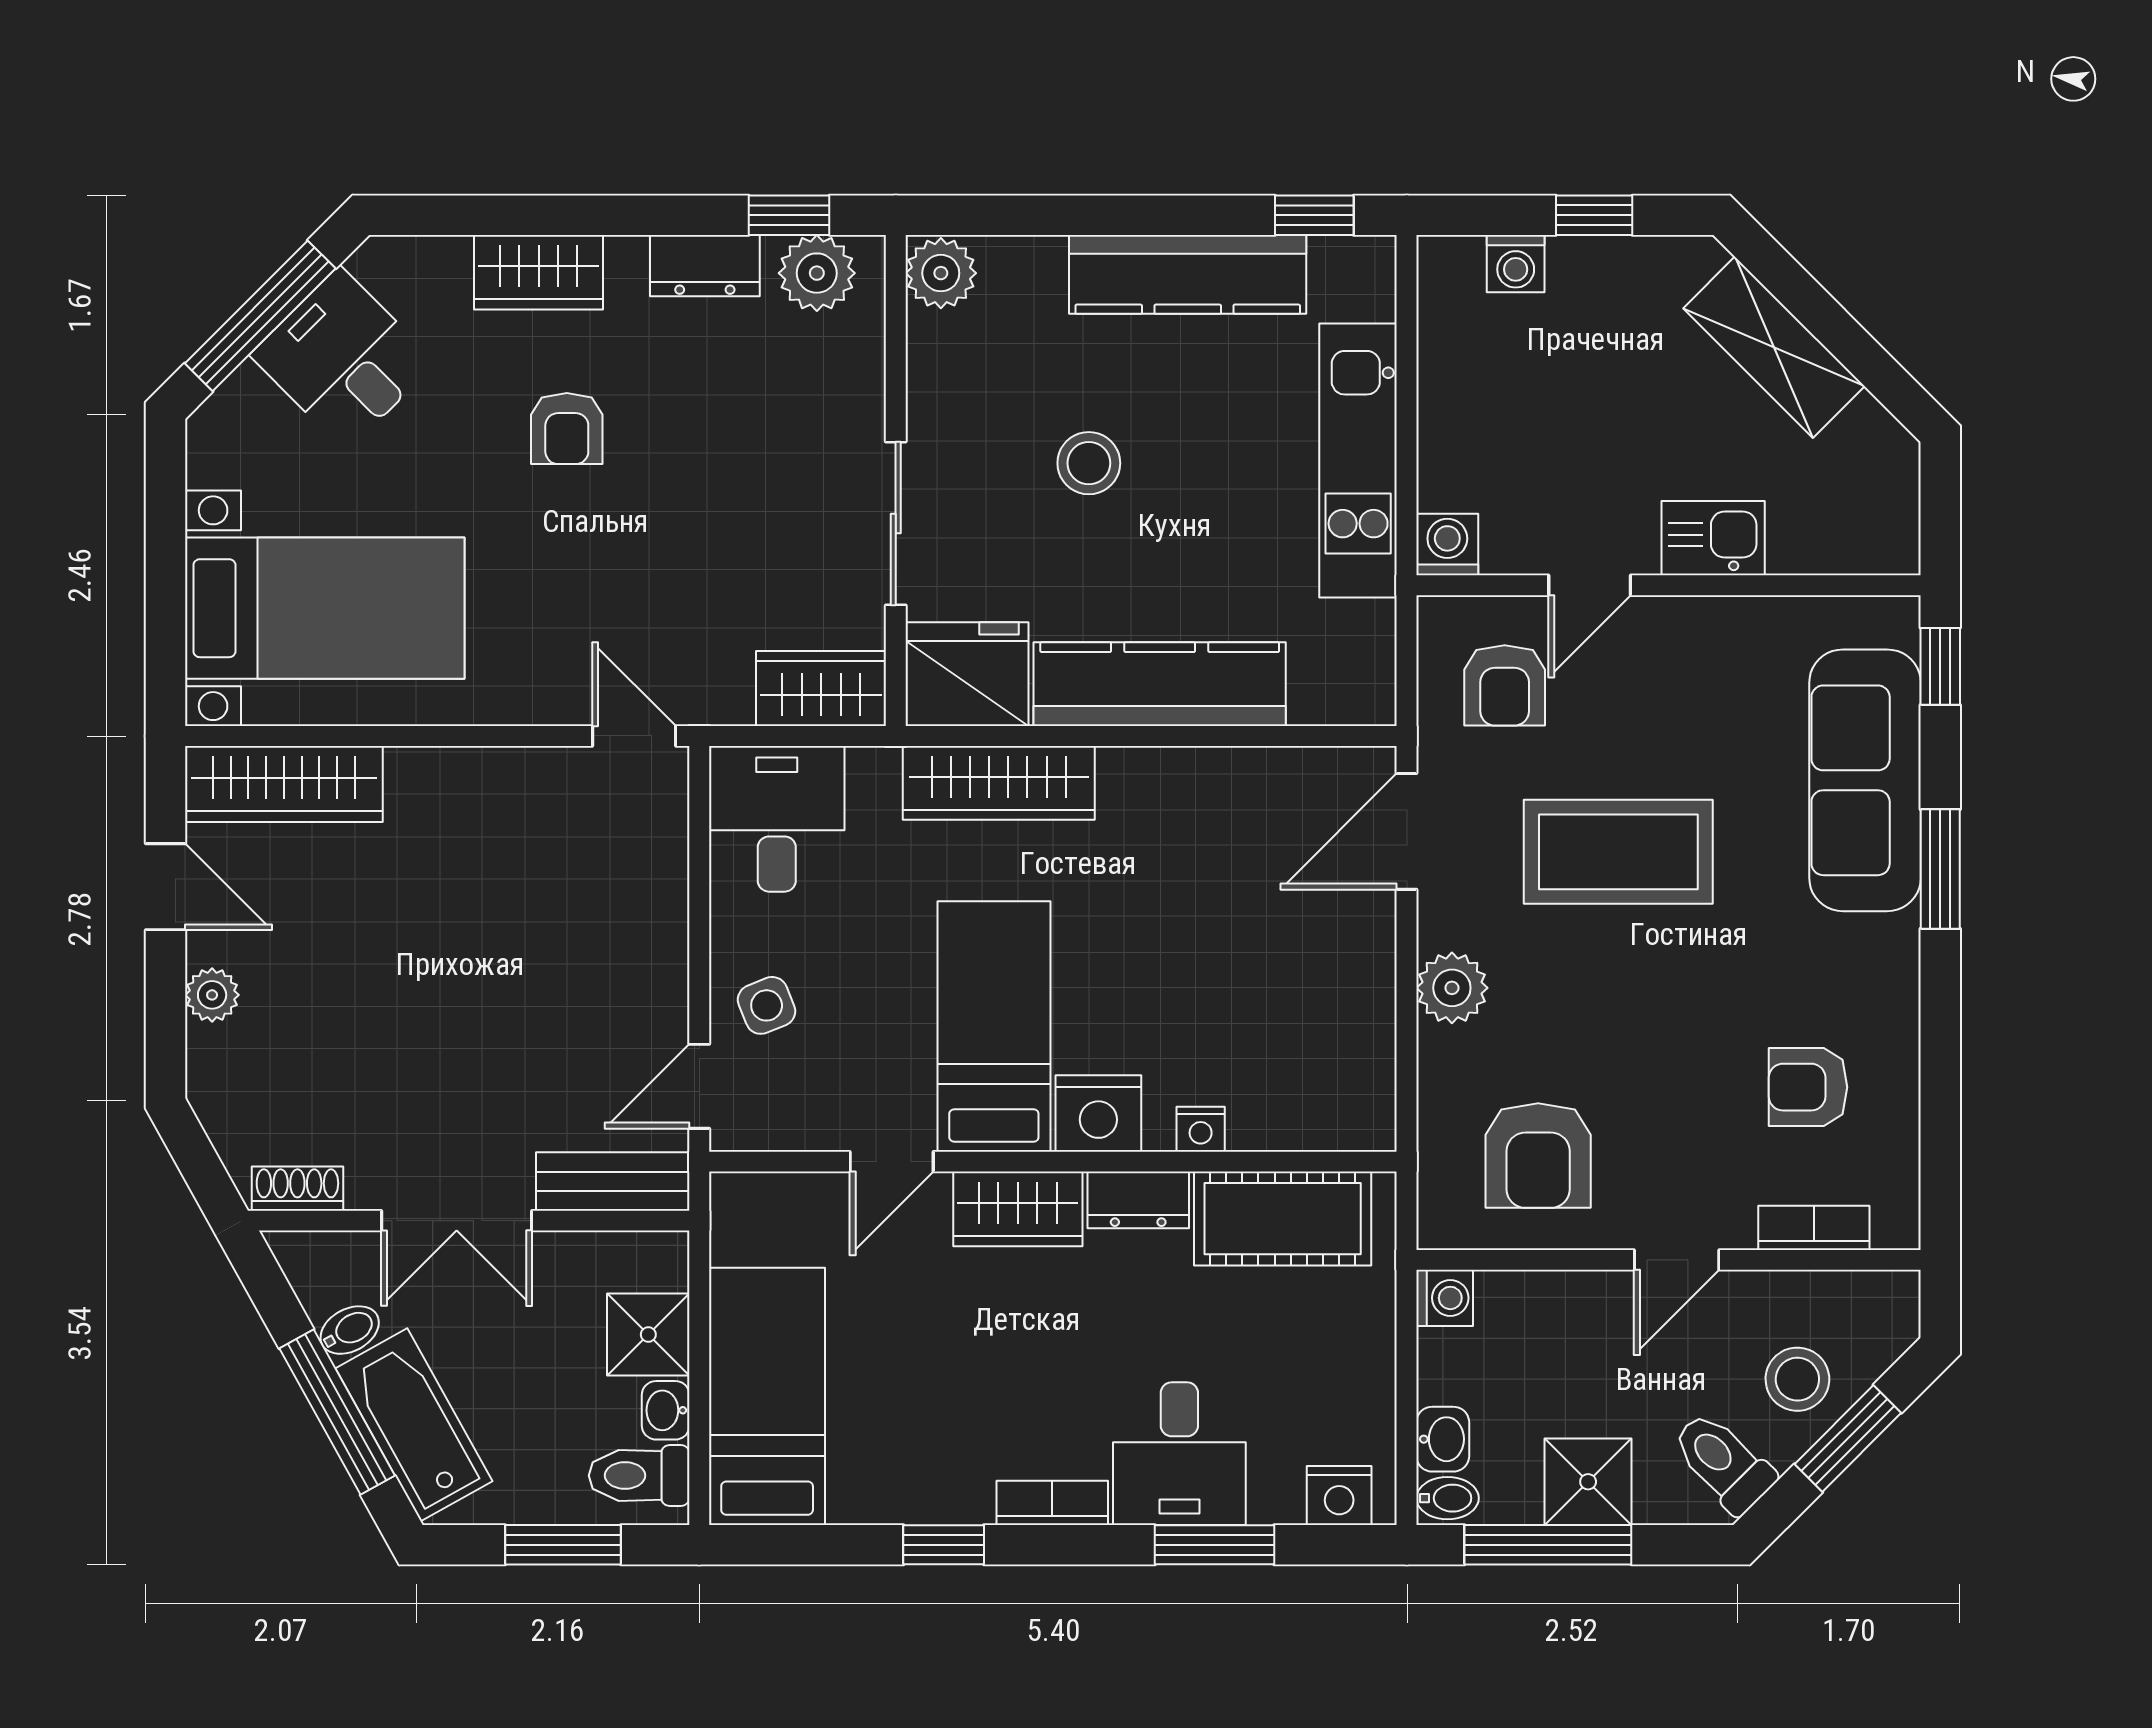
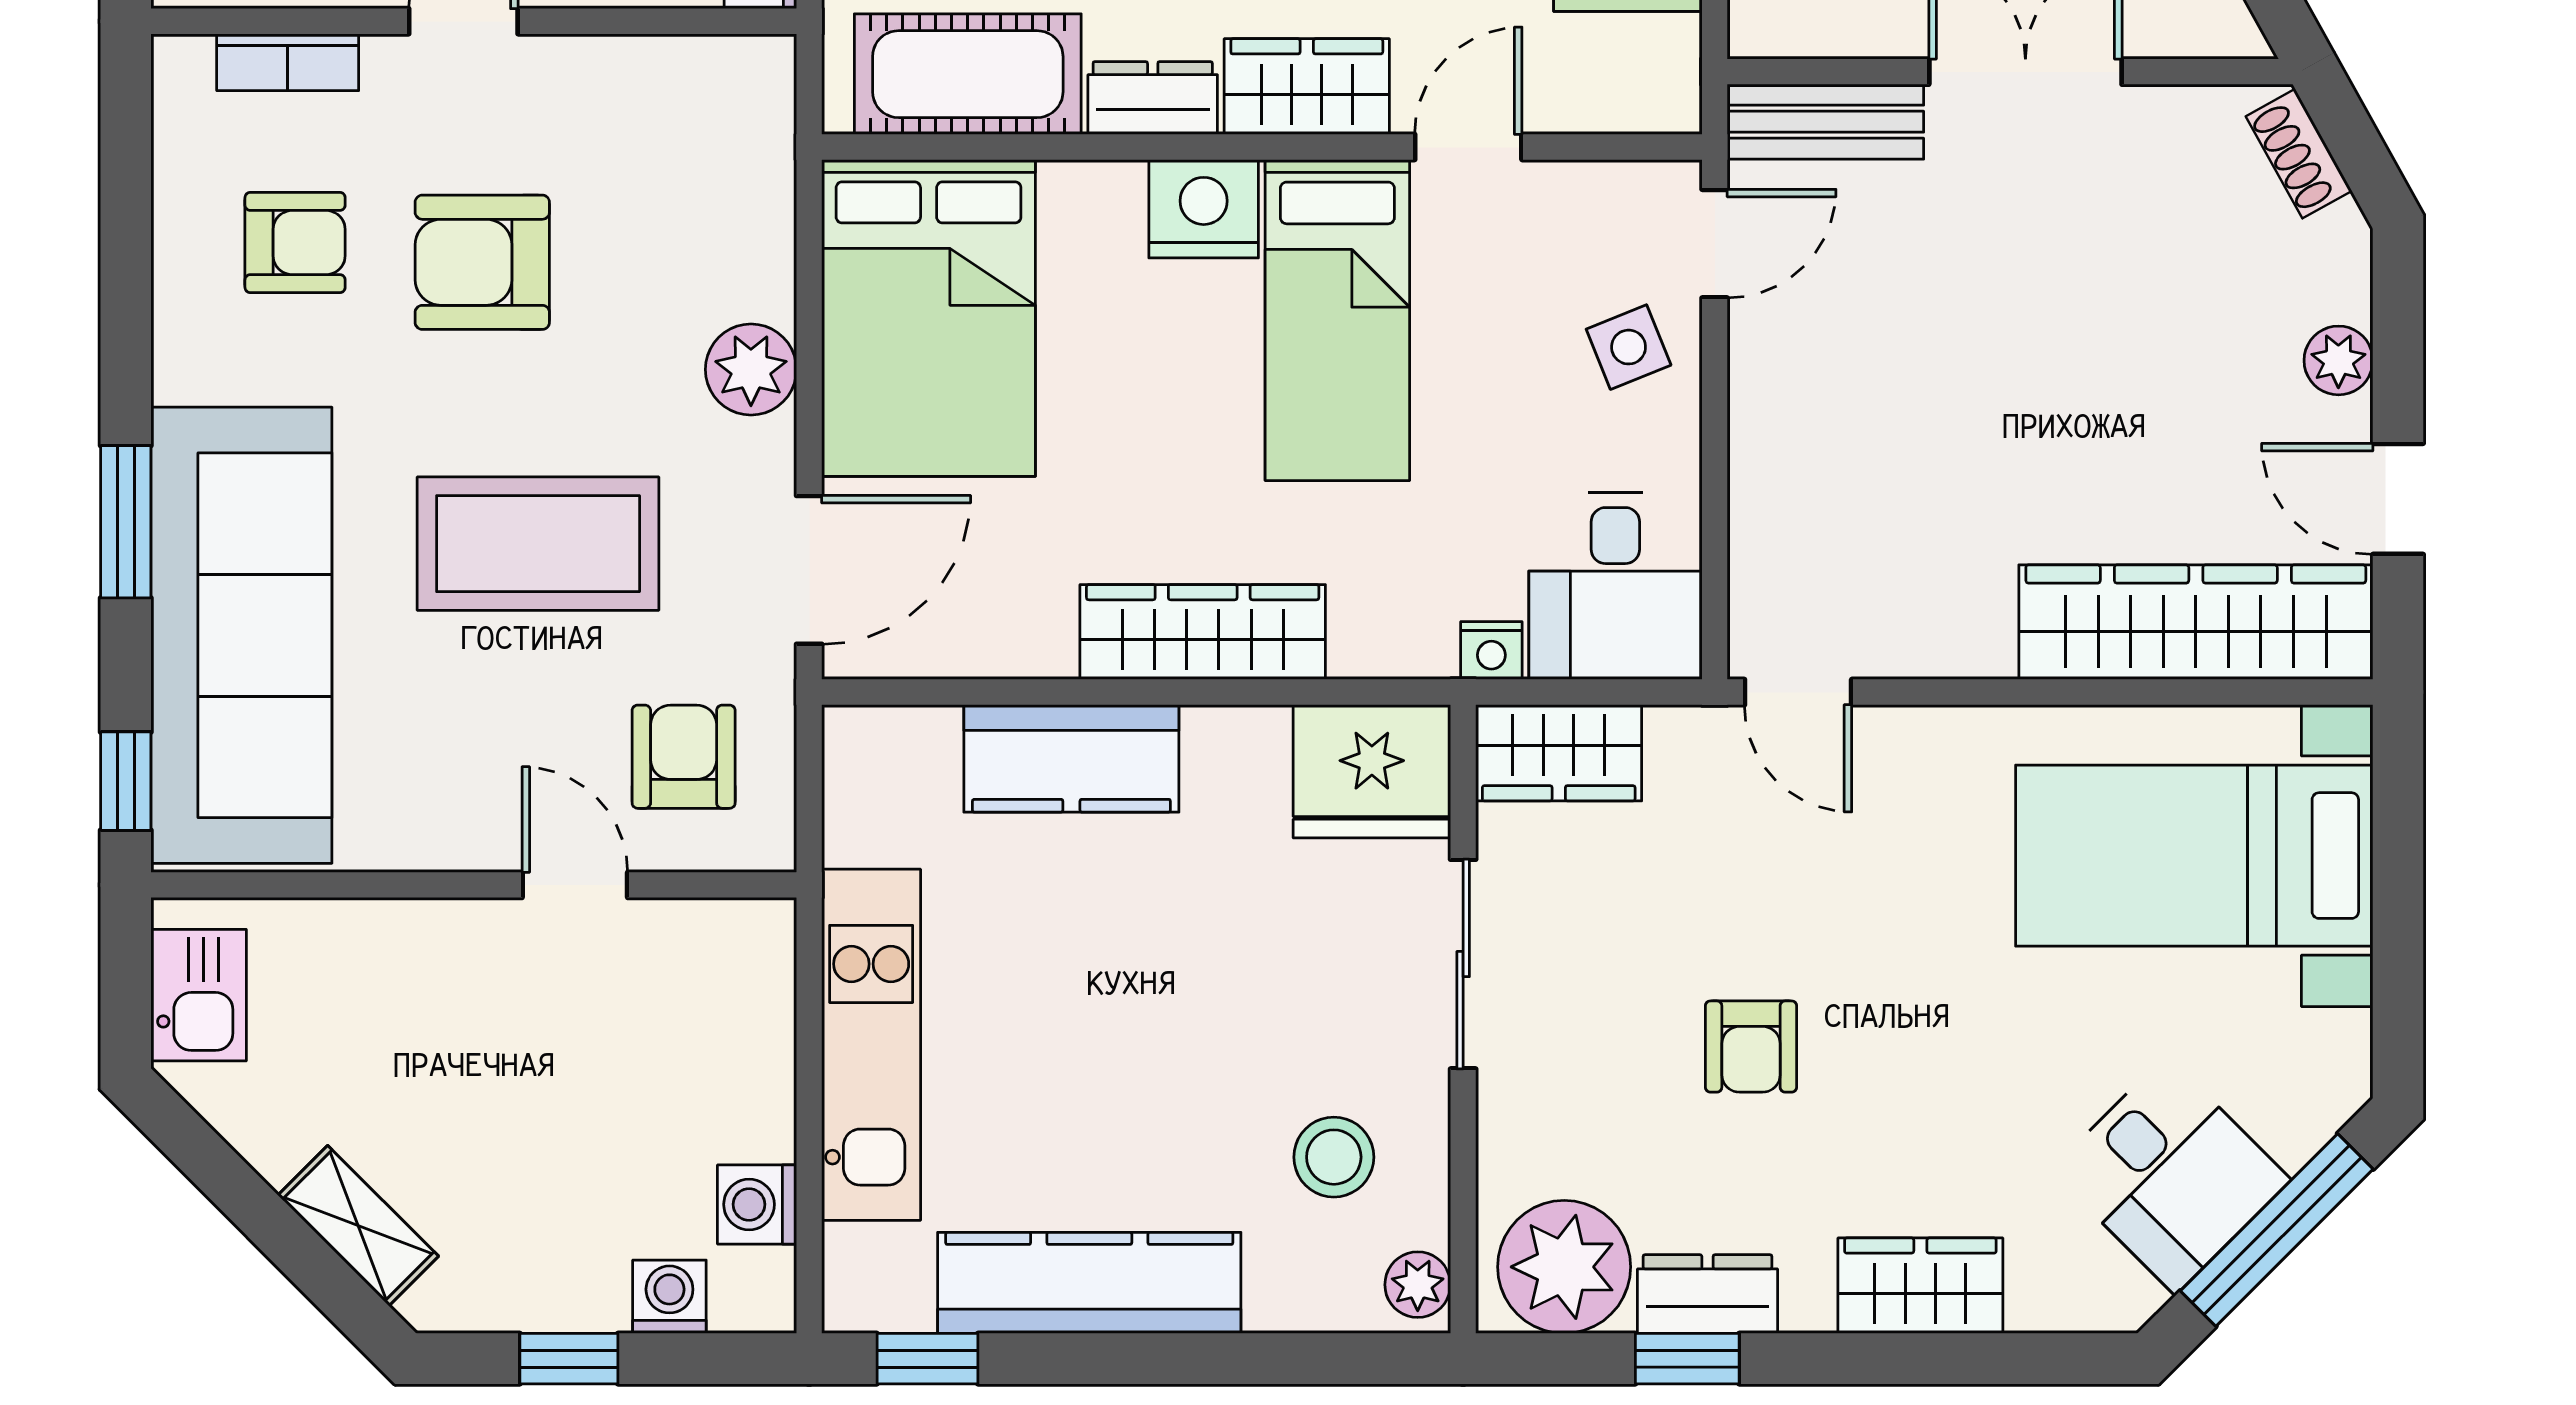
window: (789, 215) -> (1687, 1359), moved
plant: (817, 273) -> (1564, 1267), width x1.36, depth x1.36
plant: (941, 273) -> (1418, 1285), width x0.73, depth x0.73
shelving: (1774, 347) -> (358, 1226), width x0.67, depth x0.75
armchair: (567, 429) -> (1751, 1047), moved, turned 180
stool: (1089, 463) -> (1334, 1157), moved
kitchen sink: (1713, 538) -> (199, 995), moved, turned -90
washing machine: (1447, 545) -> (757, 1204), moved, turned 90
door: (1590, 585) -> (575, 885), hinge flipped
kitchen counter: (1160, 684) -> (1071, 758), width x0.67
sofa: (1865, 780) -> (241, 635), width x1.36, depth x1.27
wardrobe: (999, 783) -> (1203, 632), moved
wardrobe: (284, 784) -> (2196, 622), width x1.40, depth x1.17
bed: (1313, 1028) -> (929, 318), added
nightstand: (1201, 1129) -> (1491, 651), moved, turned 180
armchair: (1538, 1156) -> (482, 262), moved, turned -90
shoe rack: (297, 1189) -> (2299, 154), moved, turned 61

